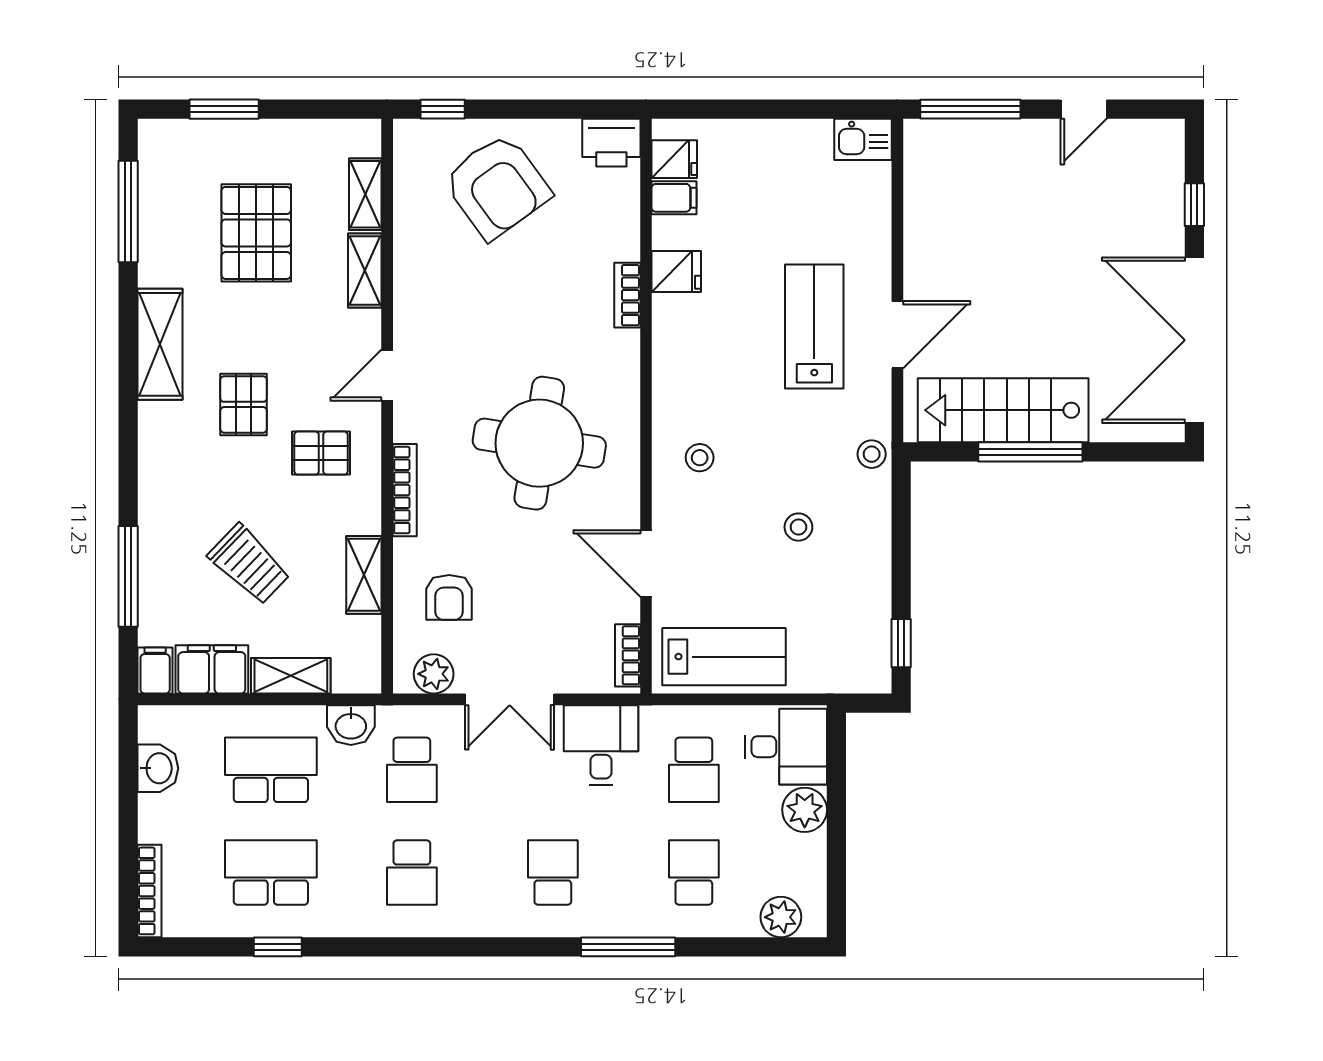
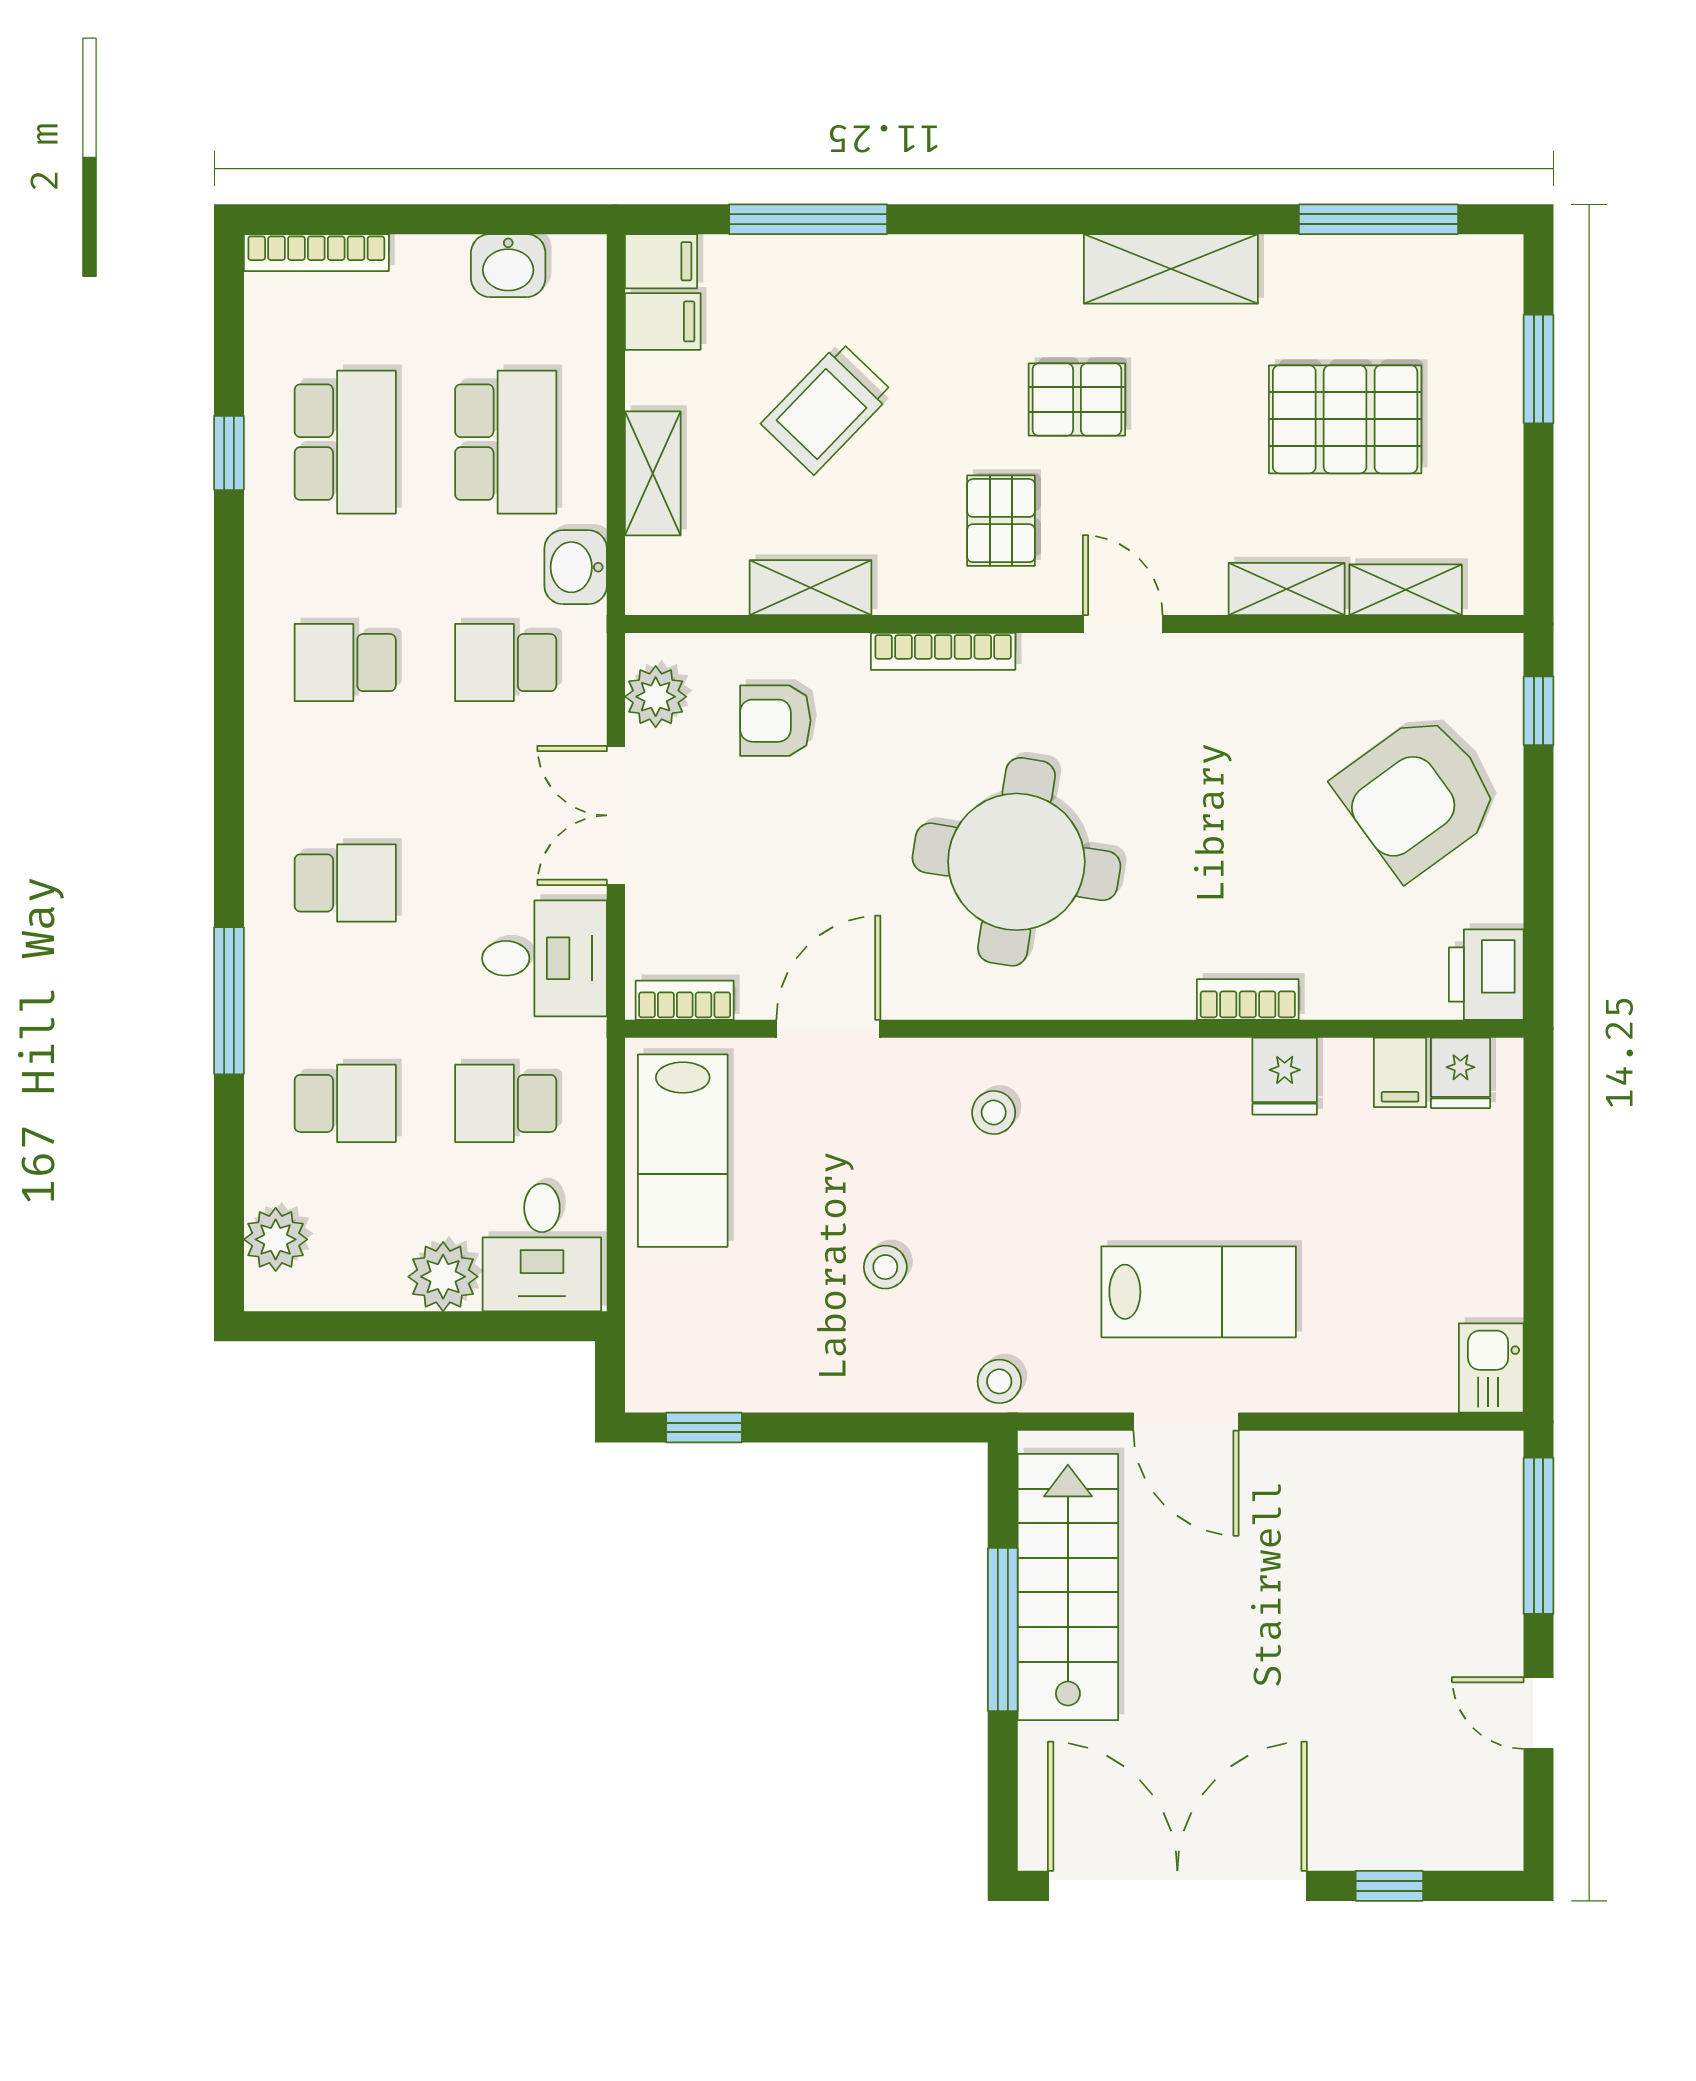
filing cabinet: (212, 669) -> (663, 321), width x0.50

